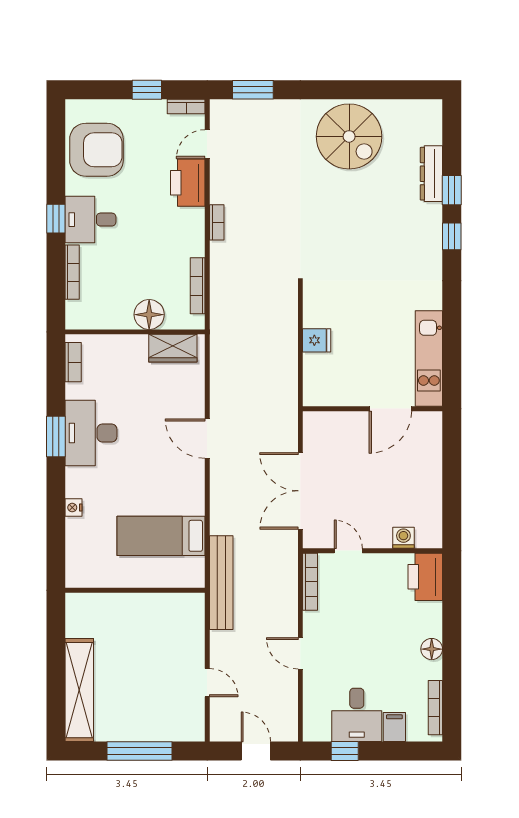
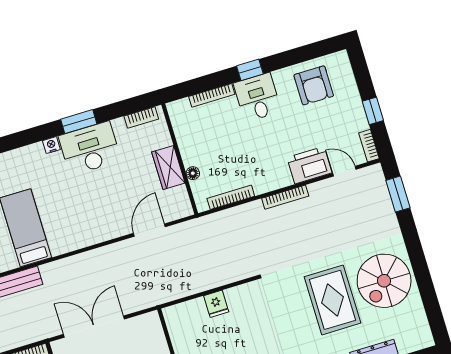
armchair: (96, 150) -> (314, 85), width x0.73, depth x0.73
rug: (353, 203) -> (332, 300), added
bookcase: (217, 222) -> (285, 197), width x1.56
floor lamp: (149, 315) -> (193, 173), width x0.53, depth x0.53
wardrobe: (173, 348) -> (168, 168), moved
door: (207, 439) -> (149, 230), moved
nightstand: (74, 508) -> (51, 145), moved

